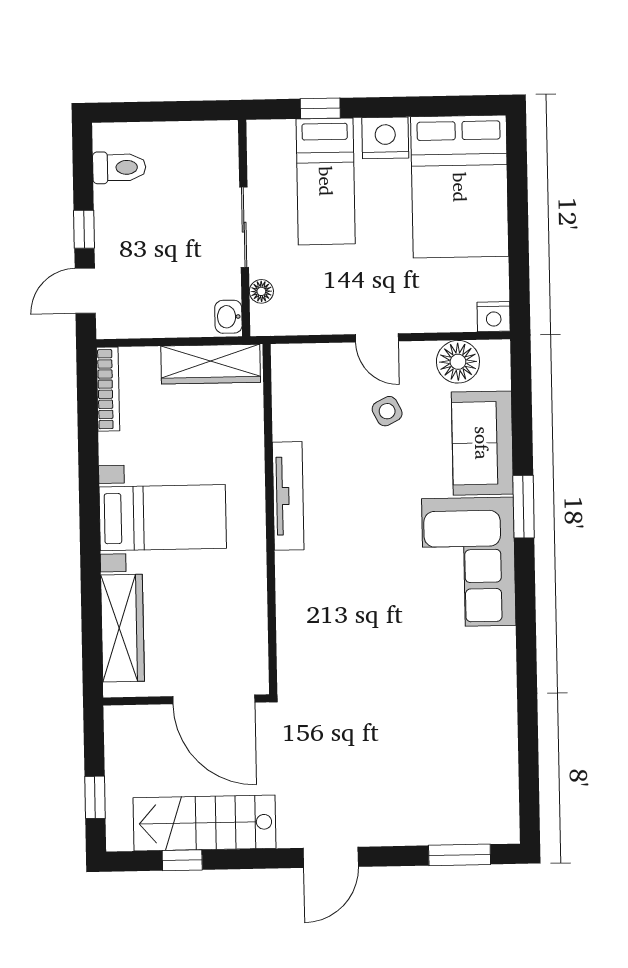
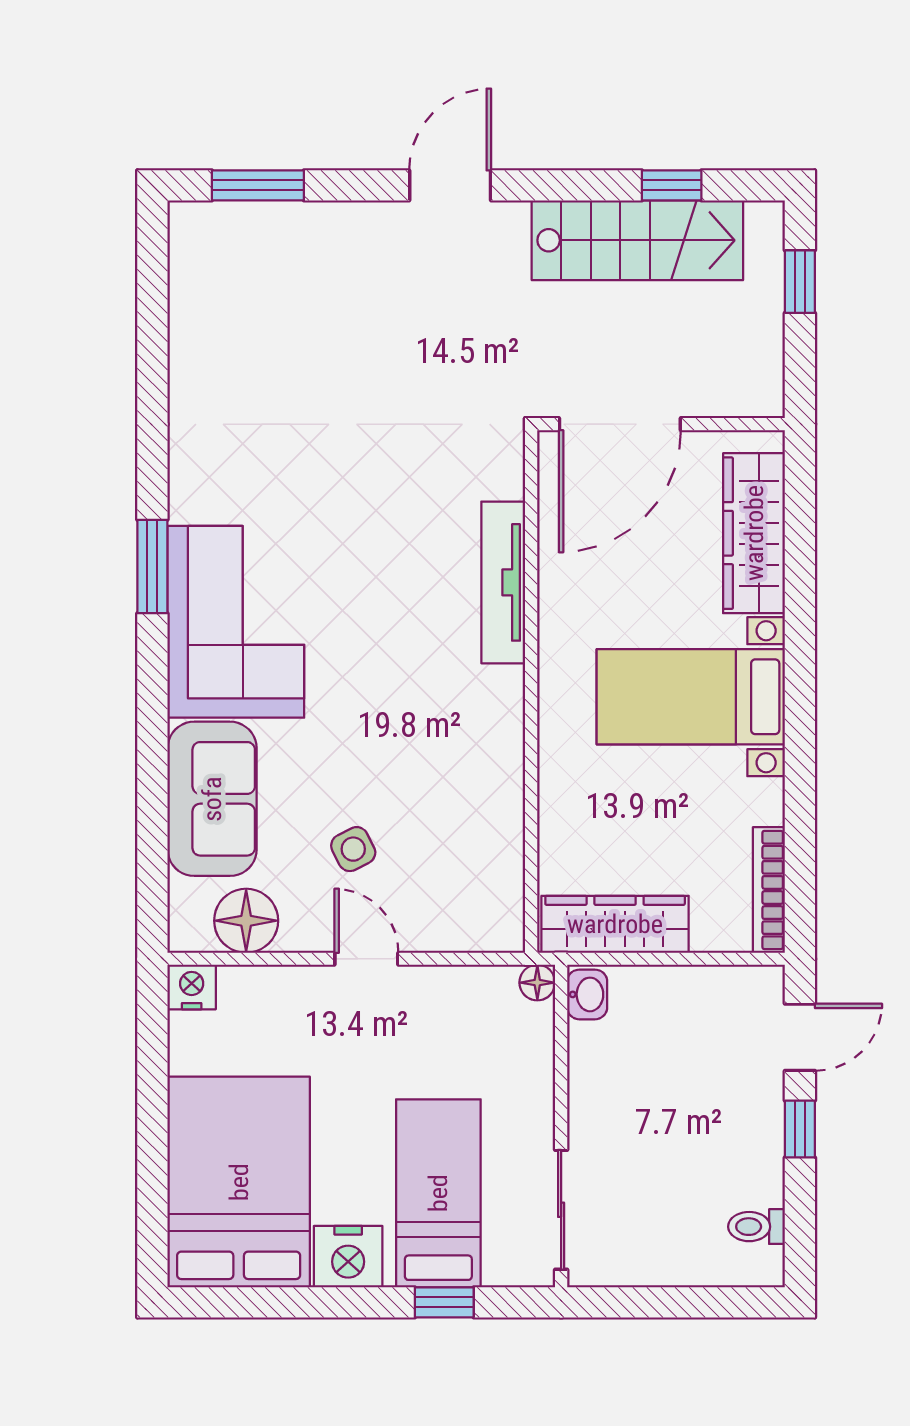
toilet: (119, 167) -> (757, 1227), width x0.73, depth x0.72
sliding door: (244, 227) -> (561, 1210), moved
floor lamp: (261, 291) -> (537, 983), moved
tv unit: (288, 496) -> (503, 582), moved
window: (524, 507) -> (152, 566), moved
door: (214, 699) -> (620, 424), swing flipped

